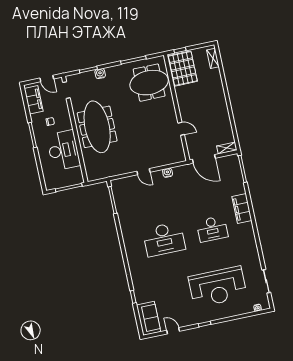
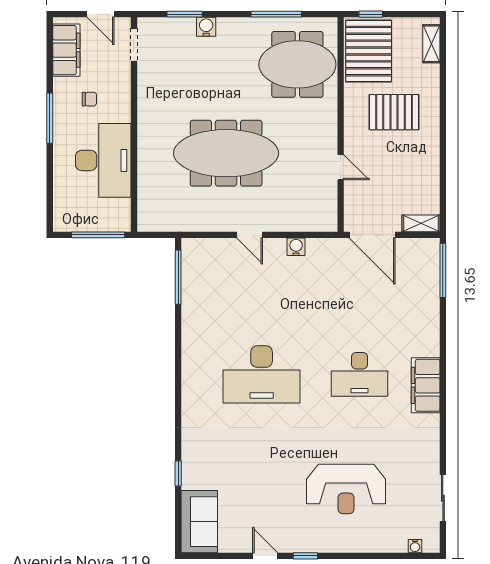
pallet: (202, 96) -> (394, 112), added
meeting table: (97, 127) -> (226, 153), moved, turned 90
filing cabinet: (242, 208) -> (426, 385), moved
reception desk: (218, 287) -> (346, 489), width x0.74, depth x0.77
door: (173, 331) -> (265, 556), moved

